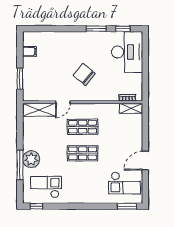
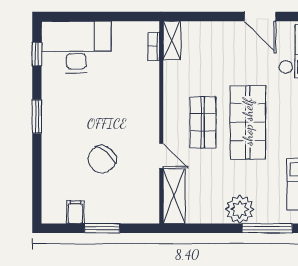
window: (96, 29) -> (37, 116), moved
chair: (84, 74) -> (102, 159), moved
window: (20, 79) -> (102, 228), moved
shop shelf: (83, 153) -> (248, 122), width x1.43, depth x1.36
plant: (31, 159) -> (240, 209), moved

